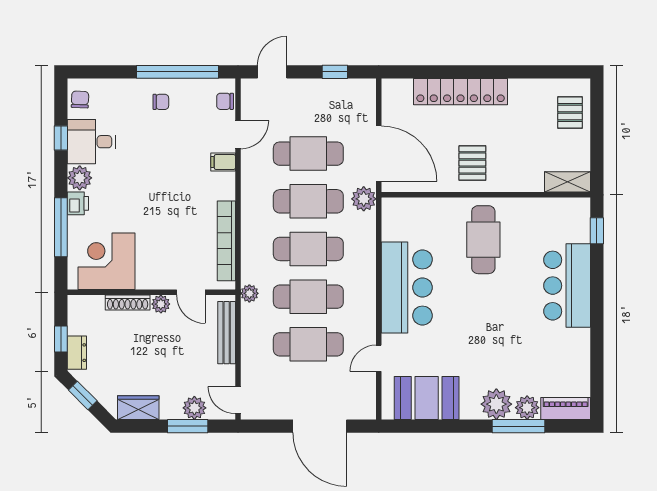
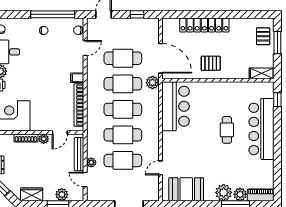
window: (597, 124) -> (277, 43), added
filing cabinet: (223, 162) -> (77, 78), moved
pallet: (472, 163) -> (211, 63), turned 90
cafe table: (483, 240) -> (227, 130), moved, width x0.73, depth x0.74
bar counter: (567, 286) -> (261, 129), width x1.36
bar counter: (407, 287) -> (176, 106), moved
door: (191, 292) -> (60, 133), hinge flipped
plant: (249, 293) -> (91, 162), moved
door: (238, 400) -> (85, 179), moved

